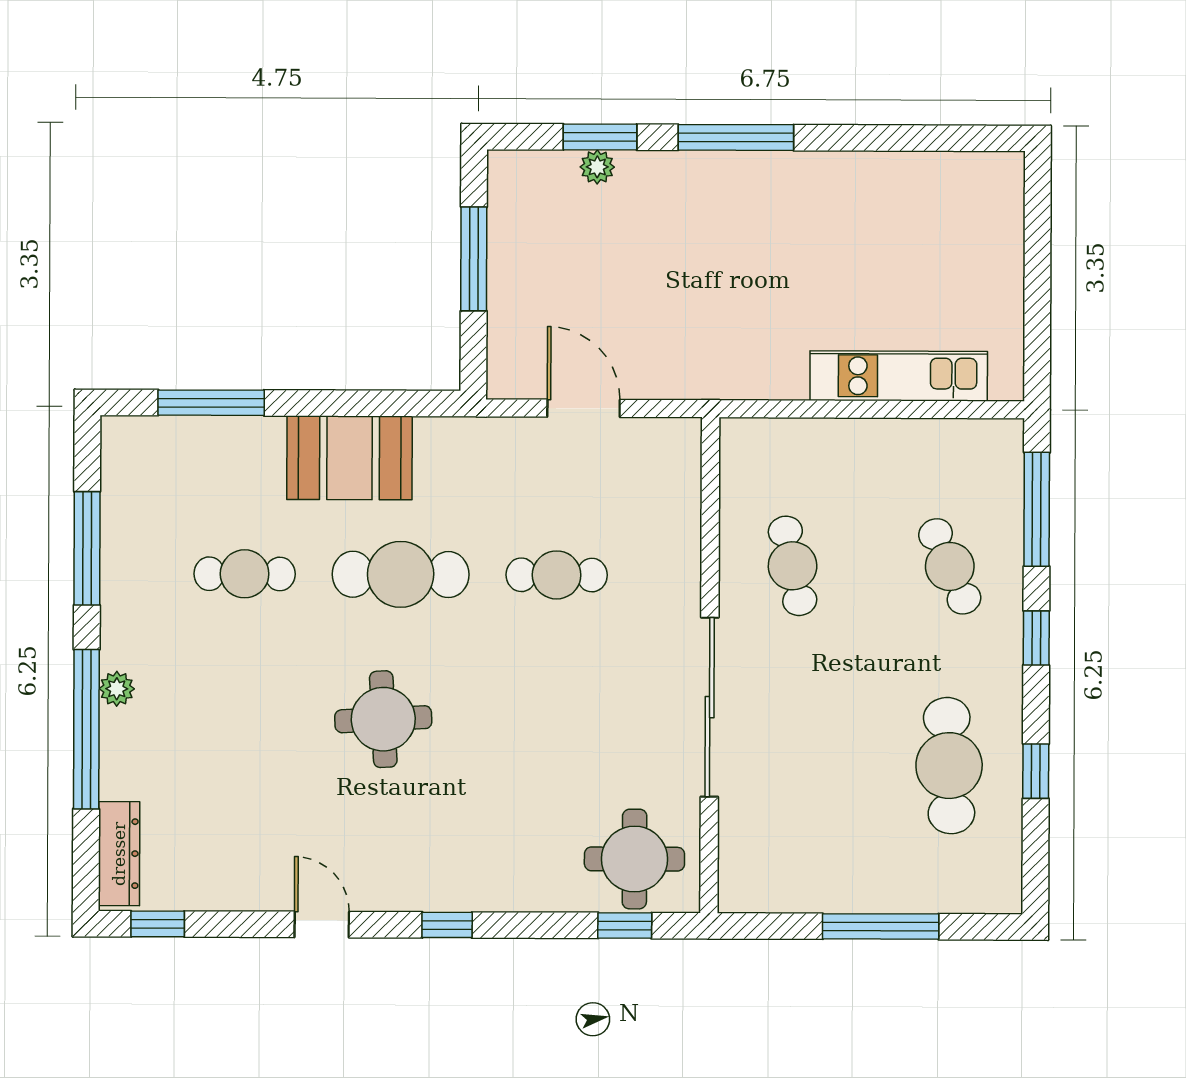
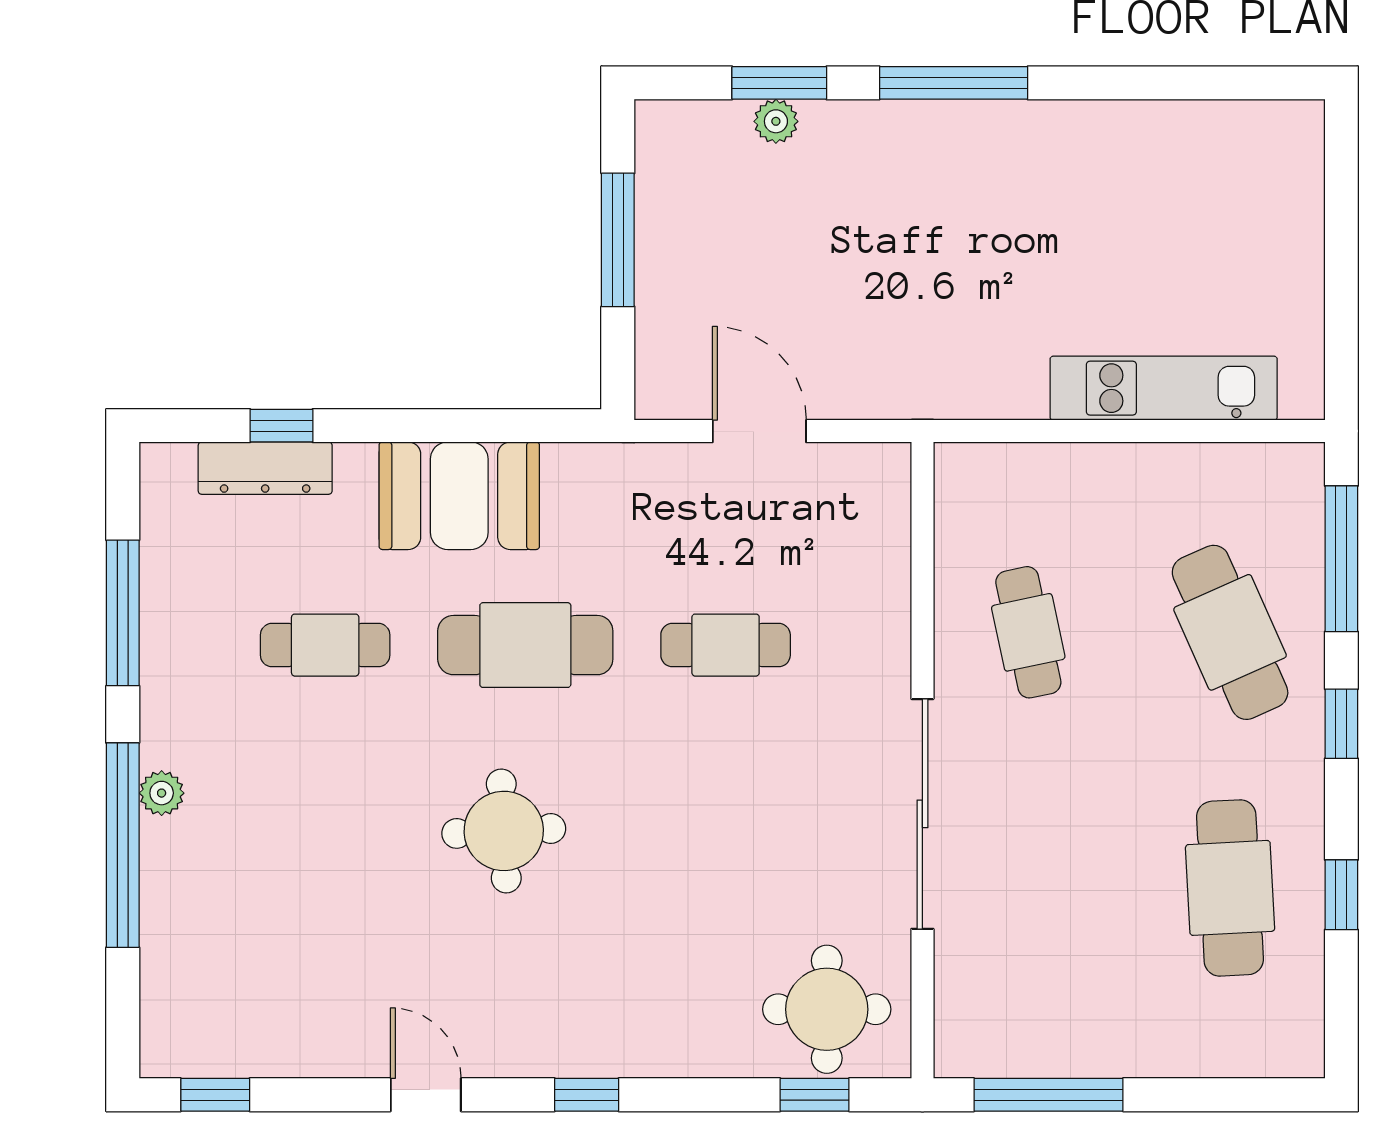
window: (211, 403) -> (281, 426), width x0.46
cafe table: (950, 566) -> (1230, 632), width x1.37, depth x1.35
dresser: (119, 854) -> (265, 468), moved, turned 90
window: (881, 926) -> (1049, 1095), moved

